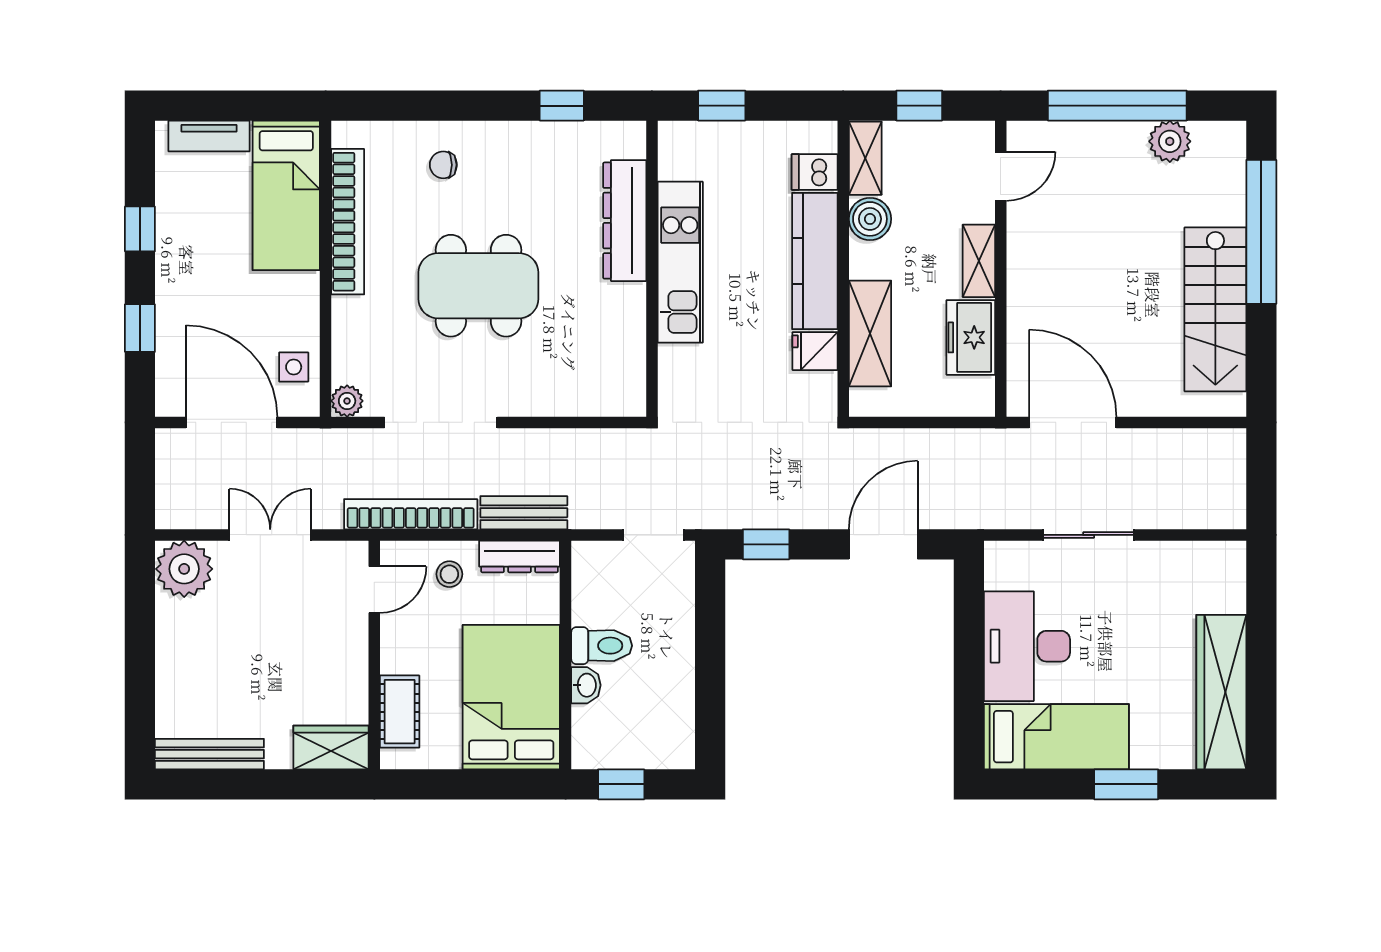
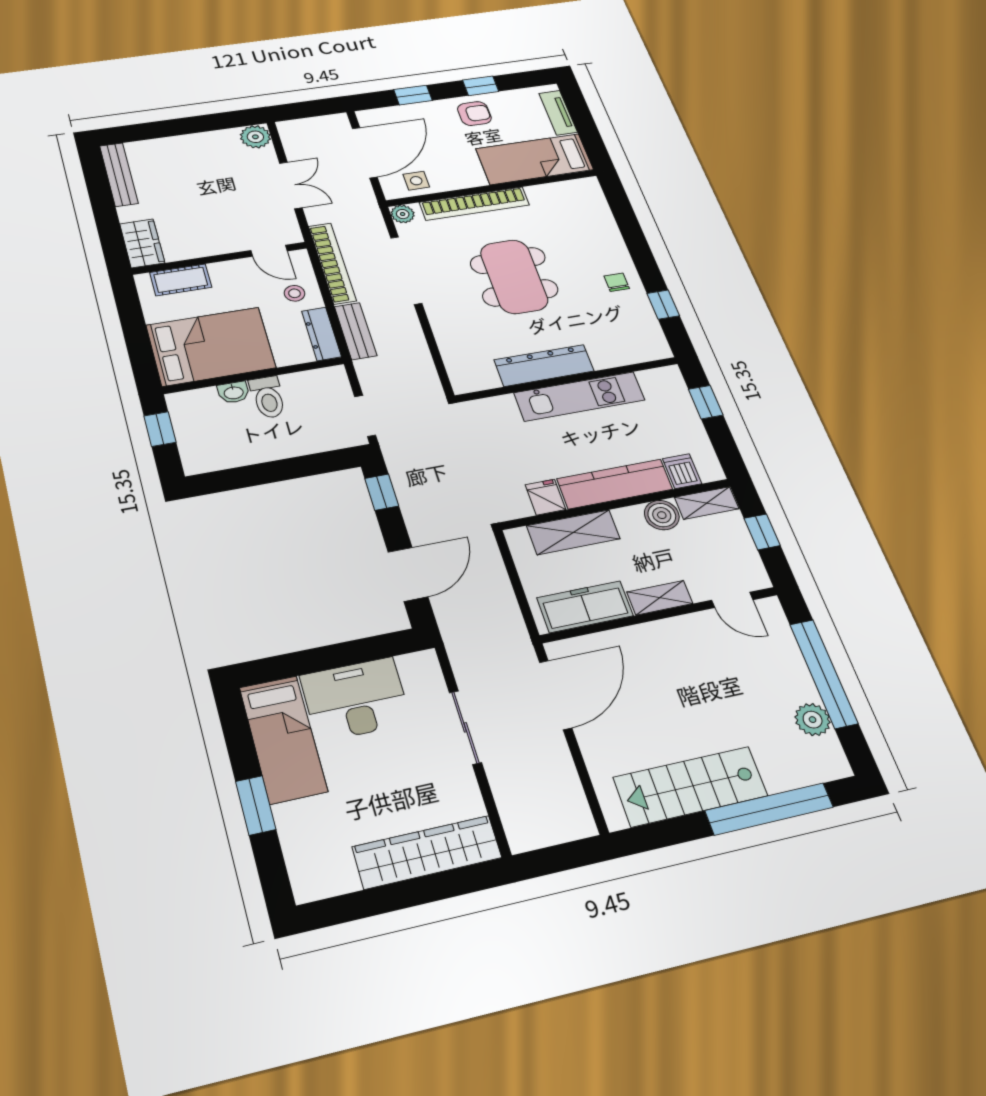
chair: (443, 165) -> (617, 282), moved
dresser: (625, 221) -> (544, 365), moved
bookcase: (348, 222) -> (474, 204), moved
armchair: (189, 253) -> (474, 114), added
freezer: (971, 337) -> (585, 607), width x1.40
door: (883, 544) -> (408, 574), hinge flipped
plant: (184, 569) -> (255, 137), width x0.73, depth x0.73
wardrobe: (1221, 692) -> (427, 852), moved

